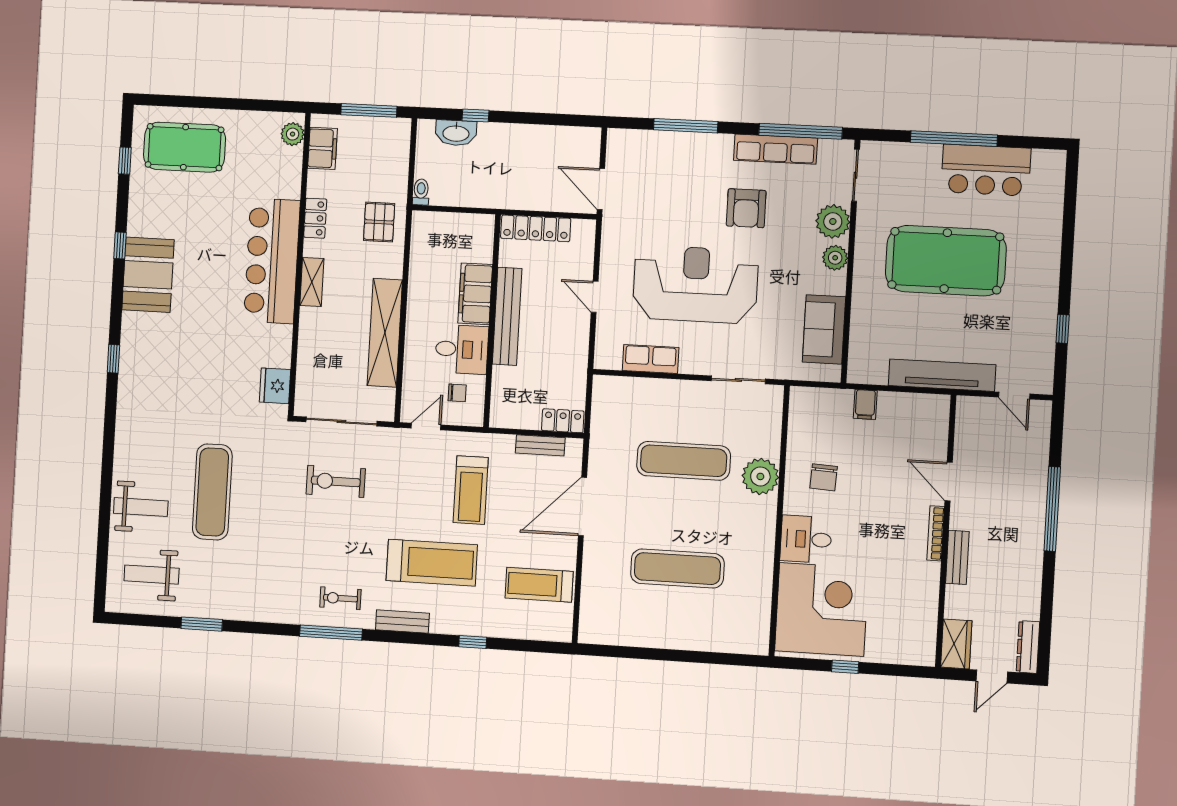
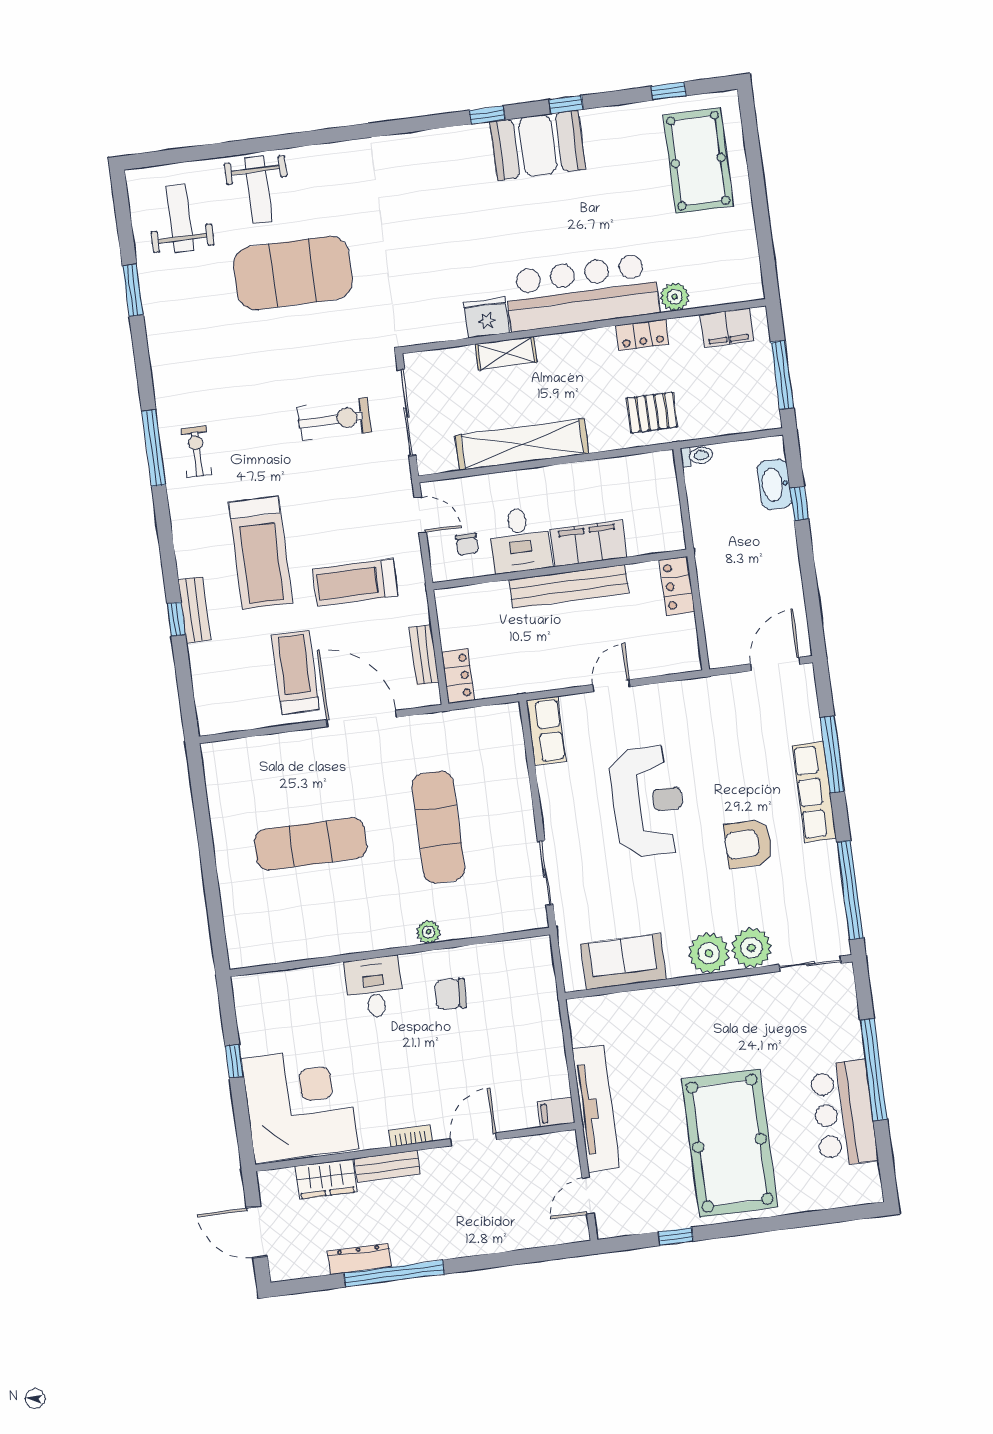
plant: (293, 134) -> (675, 297), moved
row of seats: (776, 149) -> (814, 792), moved
door: (601, 189) -> (775, 664), moved
locker: (536, 228) -> (677, 586), width x0.66
plant: (835, 258) -> (709, 953), width x1.36, depth x1.36
pool table: (946, 261) -> (730, 1143), moved
shelving: (312, 282) -> (506, 353), moved
reception desk: (695, 284) -> (648, 801), width x0.74, depth x0.77
window: (113, 359) -> (487, 115), moved
row of seats: (651, 359) -> (546, 731), moved
fridge: (275, 386) -> (486, 318), moved
filing cabinet: (865, 404) -> (556, 1112), moved
plant: (760, 476) -> (428, 932), width x0.53, depth x0.53
exercise bike: (336, 481) -> (334, 419), turned 90
exercise mat: (212, 492) -> (293, 273), width x1.47
window: (1052, 509) -> (394, 1273), moved
bookcase: (936, 533) -> (410, 1136), width x0.64
exercise mat: (677, 569) -> (310, 844), turned 90
treadmill: (539, 585) -> (295, 673), moved
corner desk: (822, 610) -> (300, 1104), moved, turned -90
bench: (402, 621) -> (194, 610), moved
wardrobe: (956, 644) -> (326, 1179), moved
dresser: (1028, 647) -> (359, 1259), moved
door: (992, 676) -> (257, 1232), width x1.38

